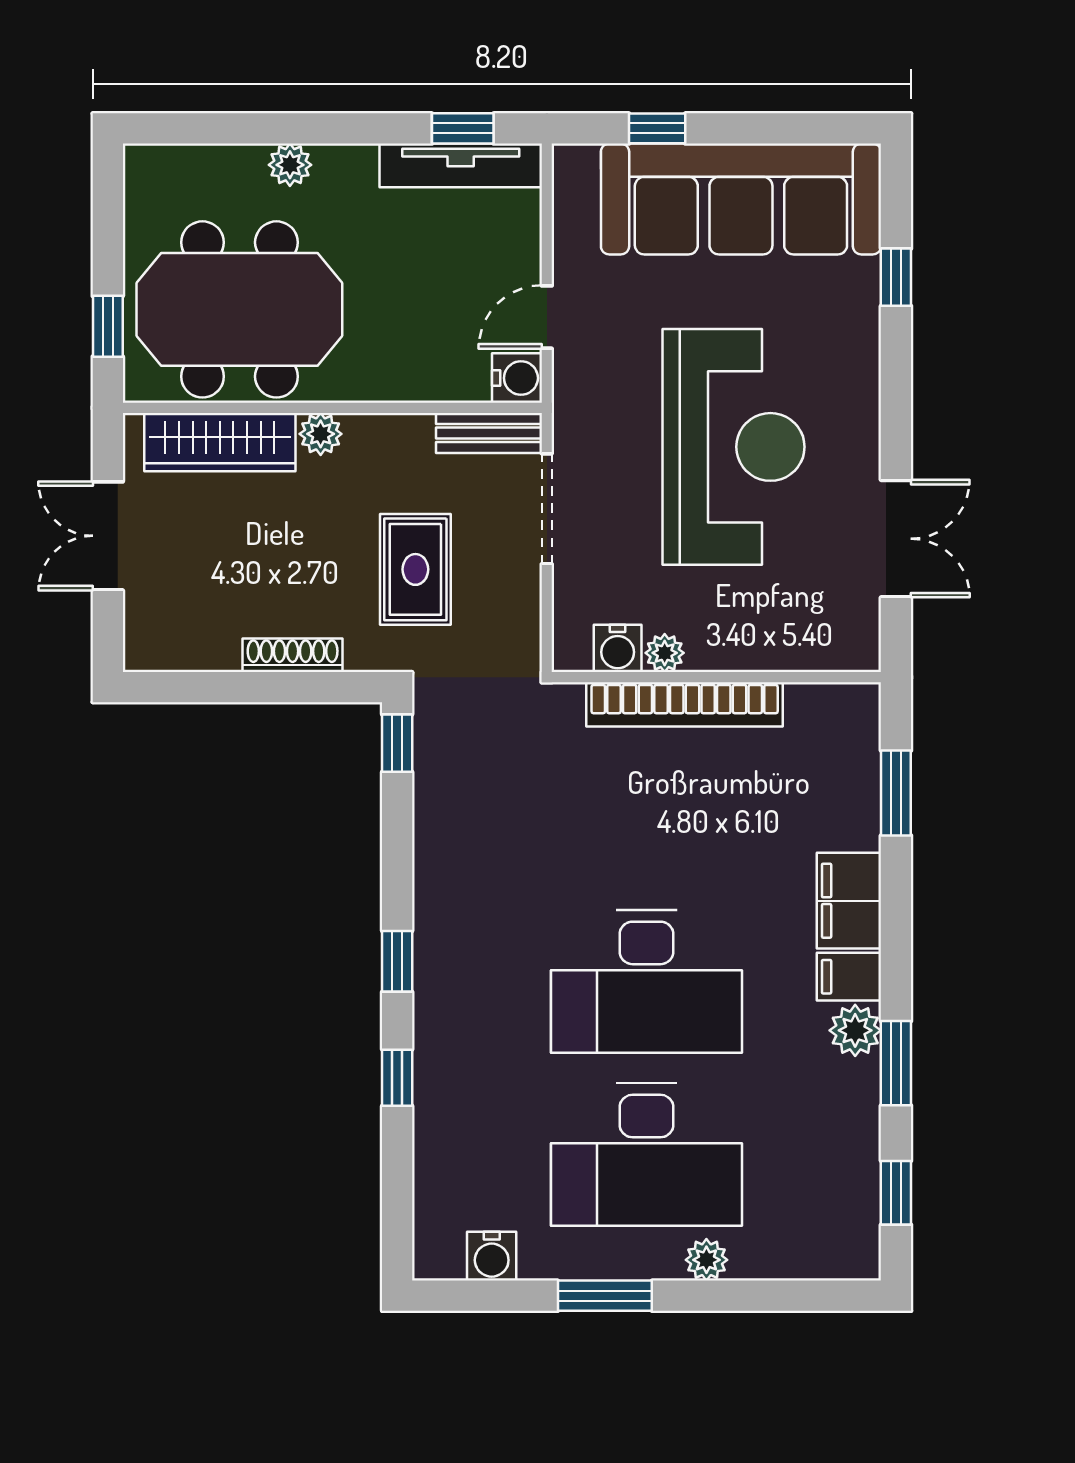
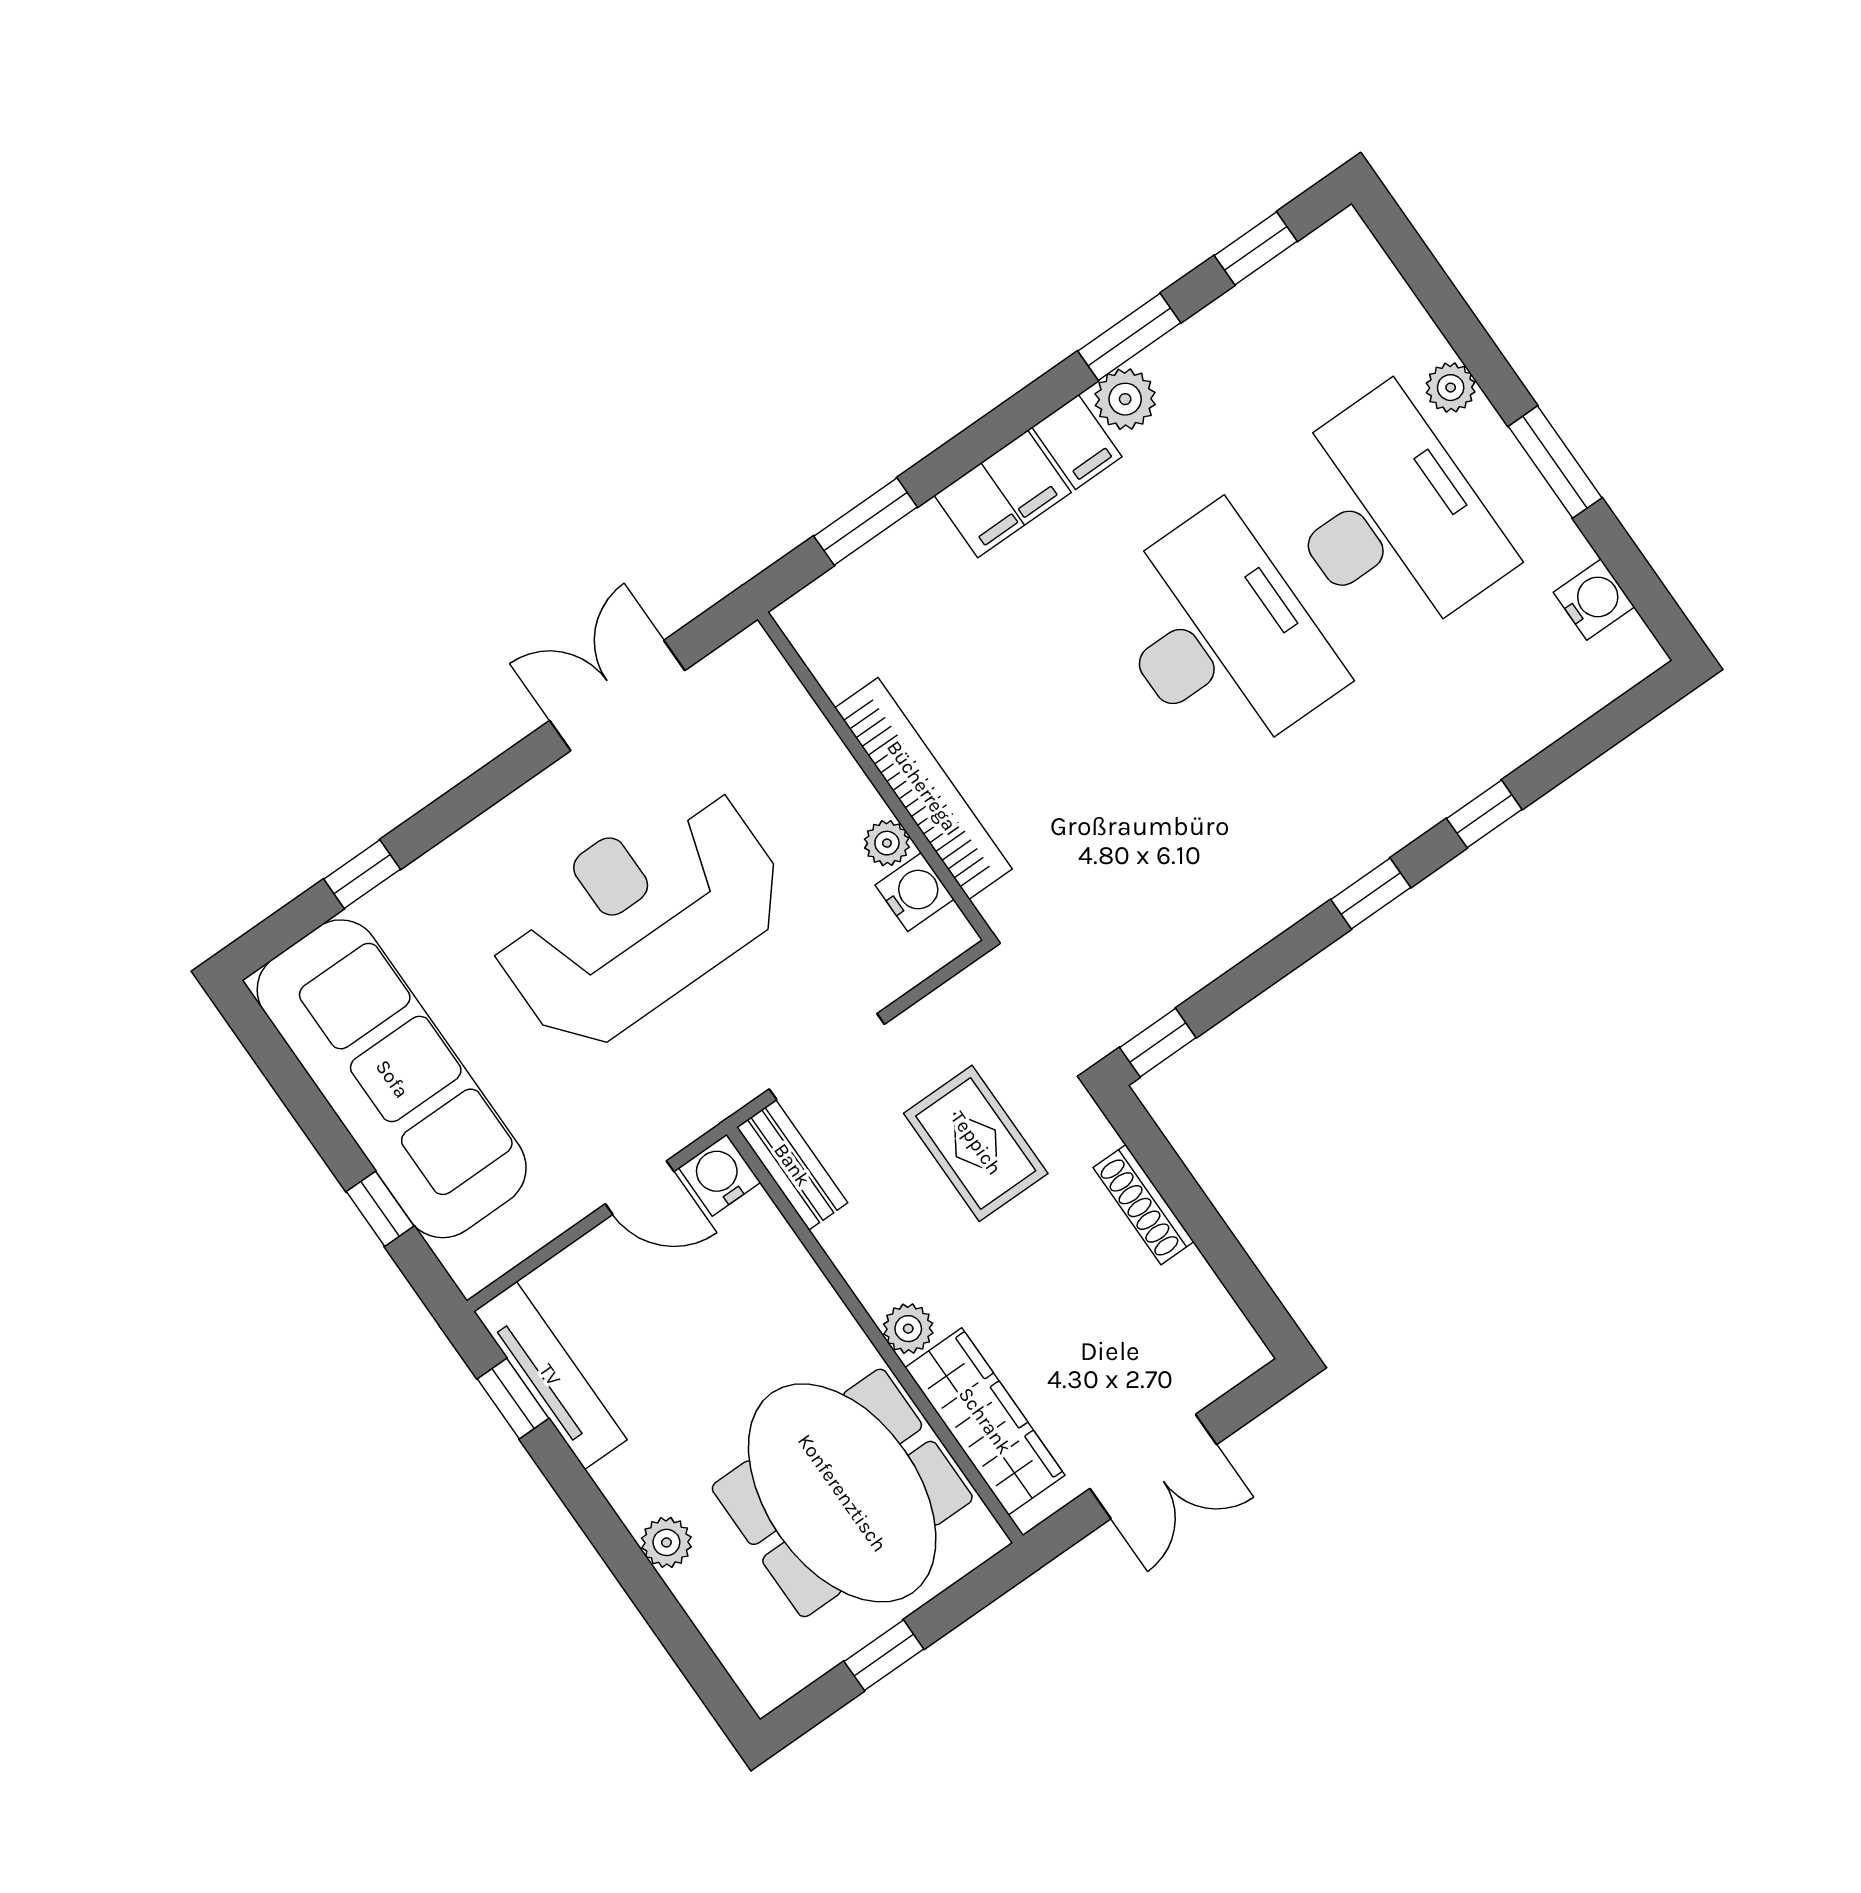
window: (108, 326) -> (884, 1655), moved
rug: (415, 569) -> (976, 1143), turned 90

